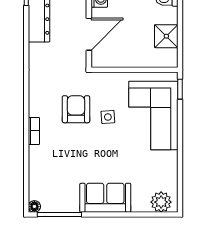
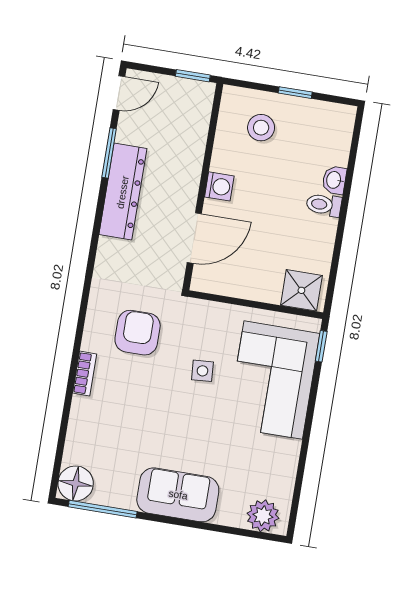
shower: (166, 36) -> (301, 290), moved
armchair: (76, 109) -> (138, 333), moved
floor lamp: (34, 206) -> (76, 483), width x1.89, depth x1.89

